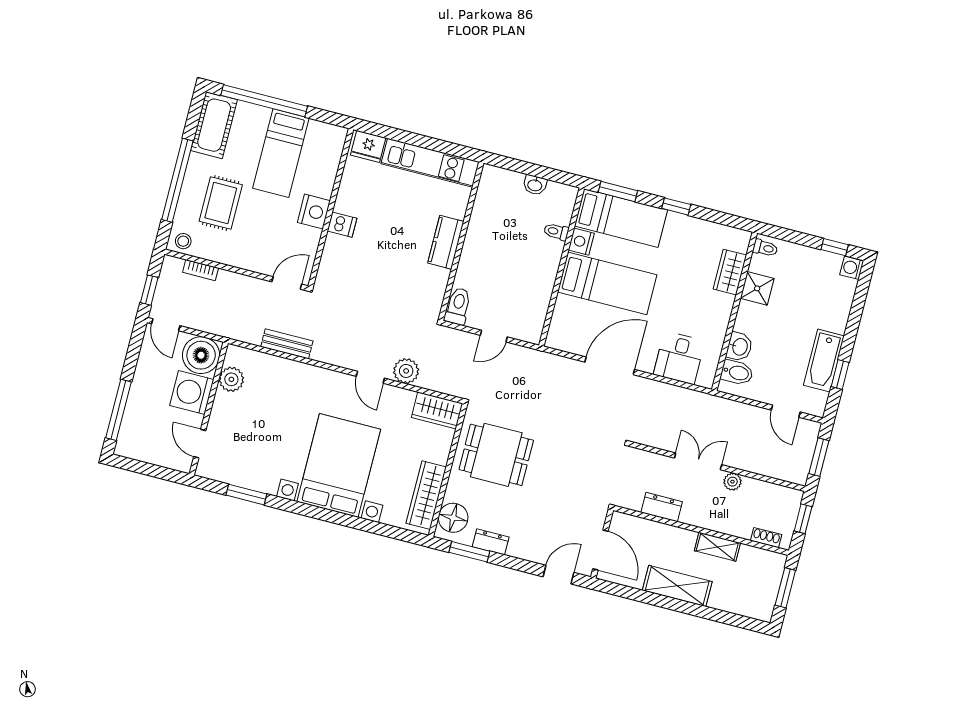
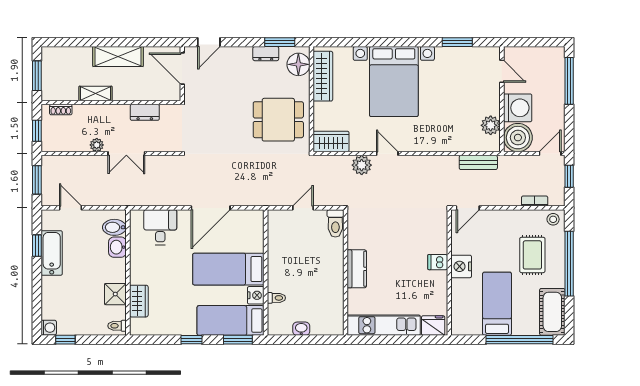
door: (166, 325) -> (550, 154), hinge flipped
bench: (287, 344) -> (478, 162), moved

